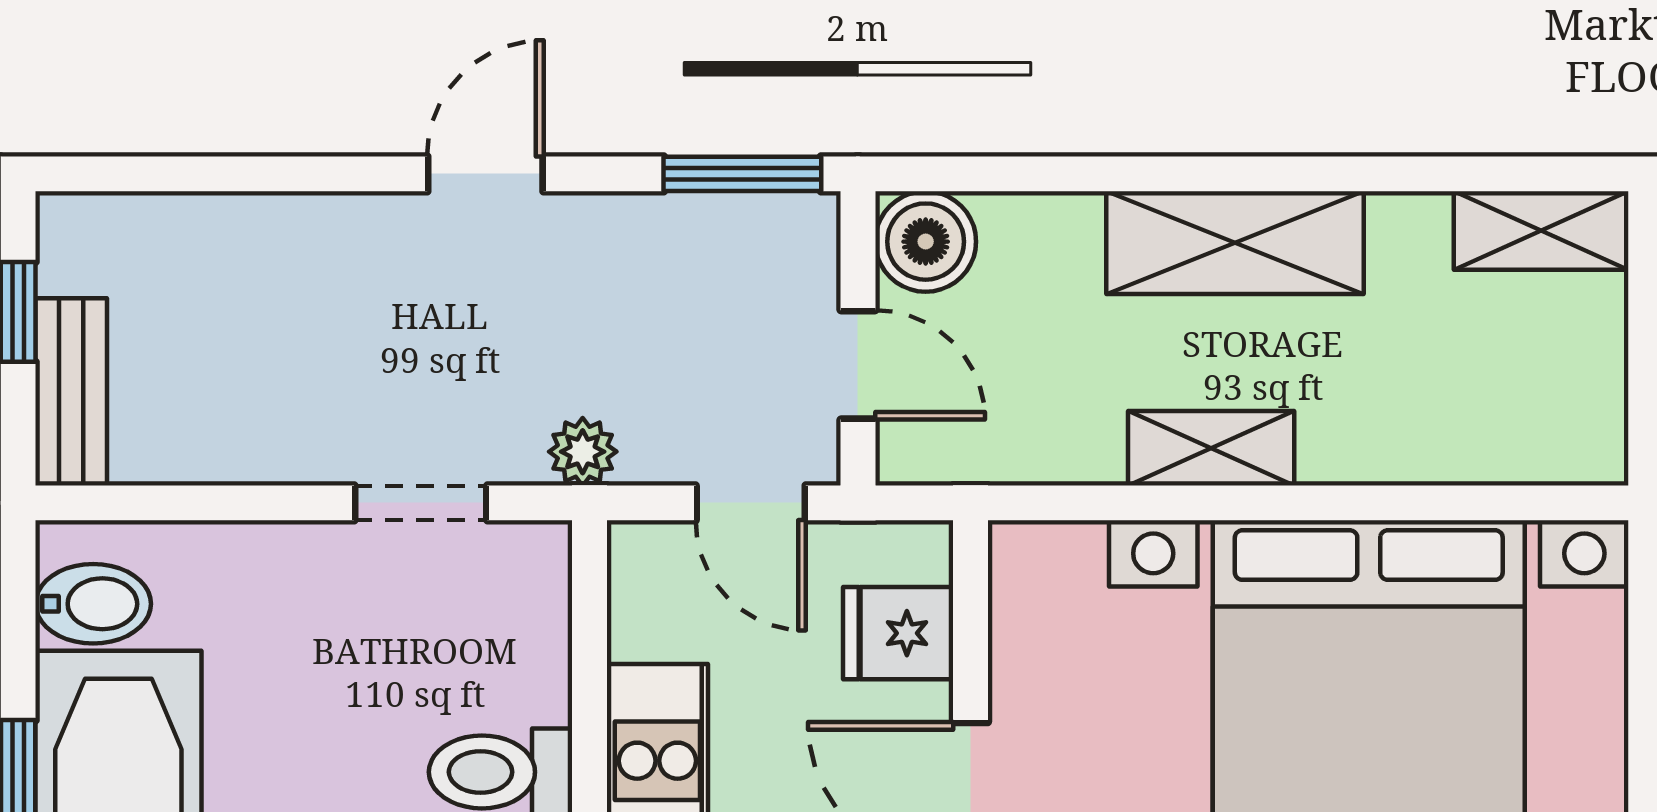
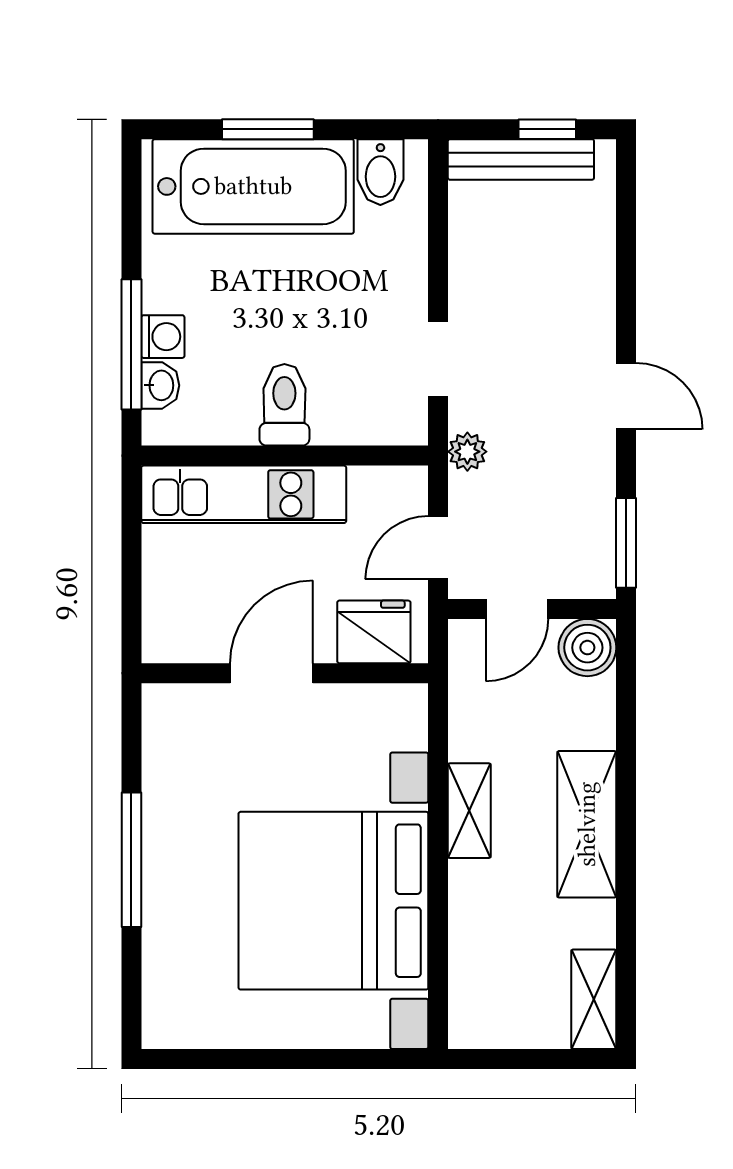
bench: (71, 392) -> (521, 159), width x1.36
fridge: (898, 633) -> (374, 632), width x1.38

